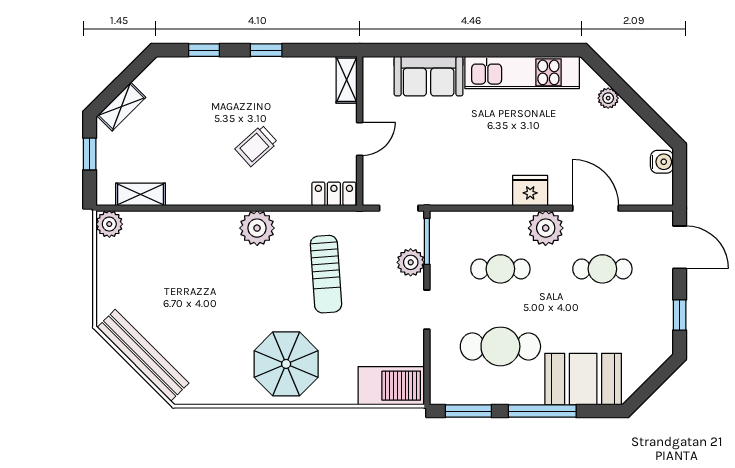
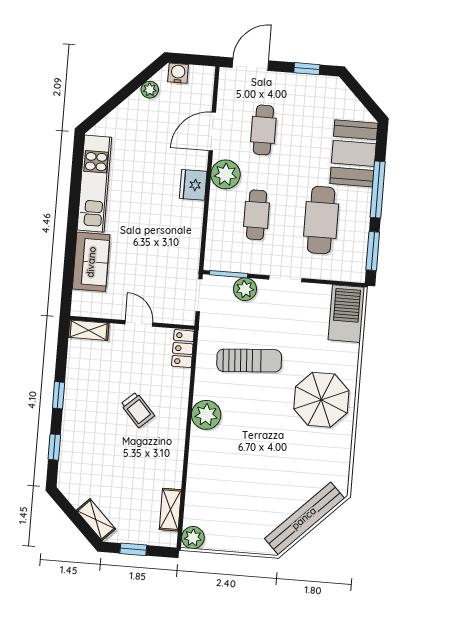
plant: (608, 98) -> (150, 90), moved

